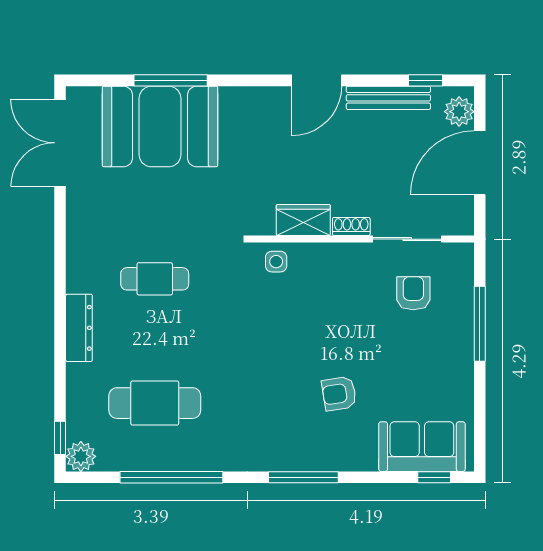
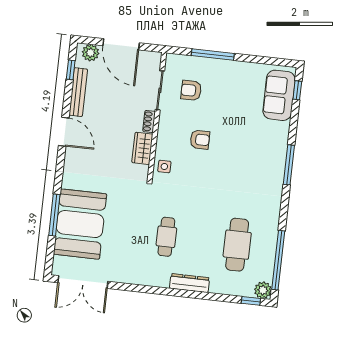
armchair: (339, 394) -> (200, 140), moved, turned -81
window: (171, 477) -> (278, 260), moved

